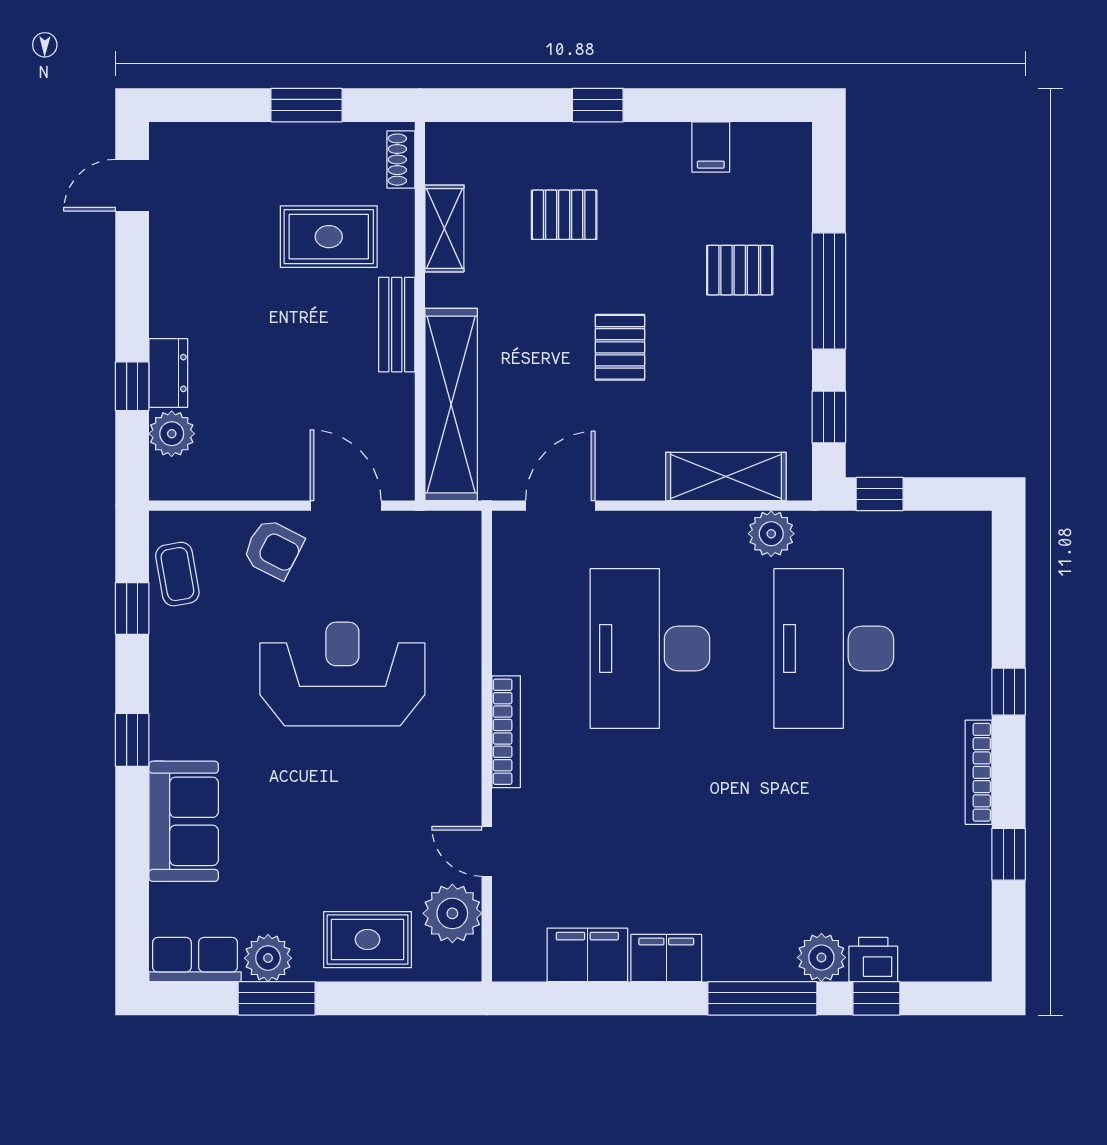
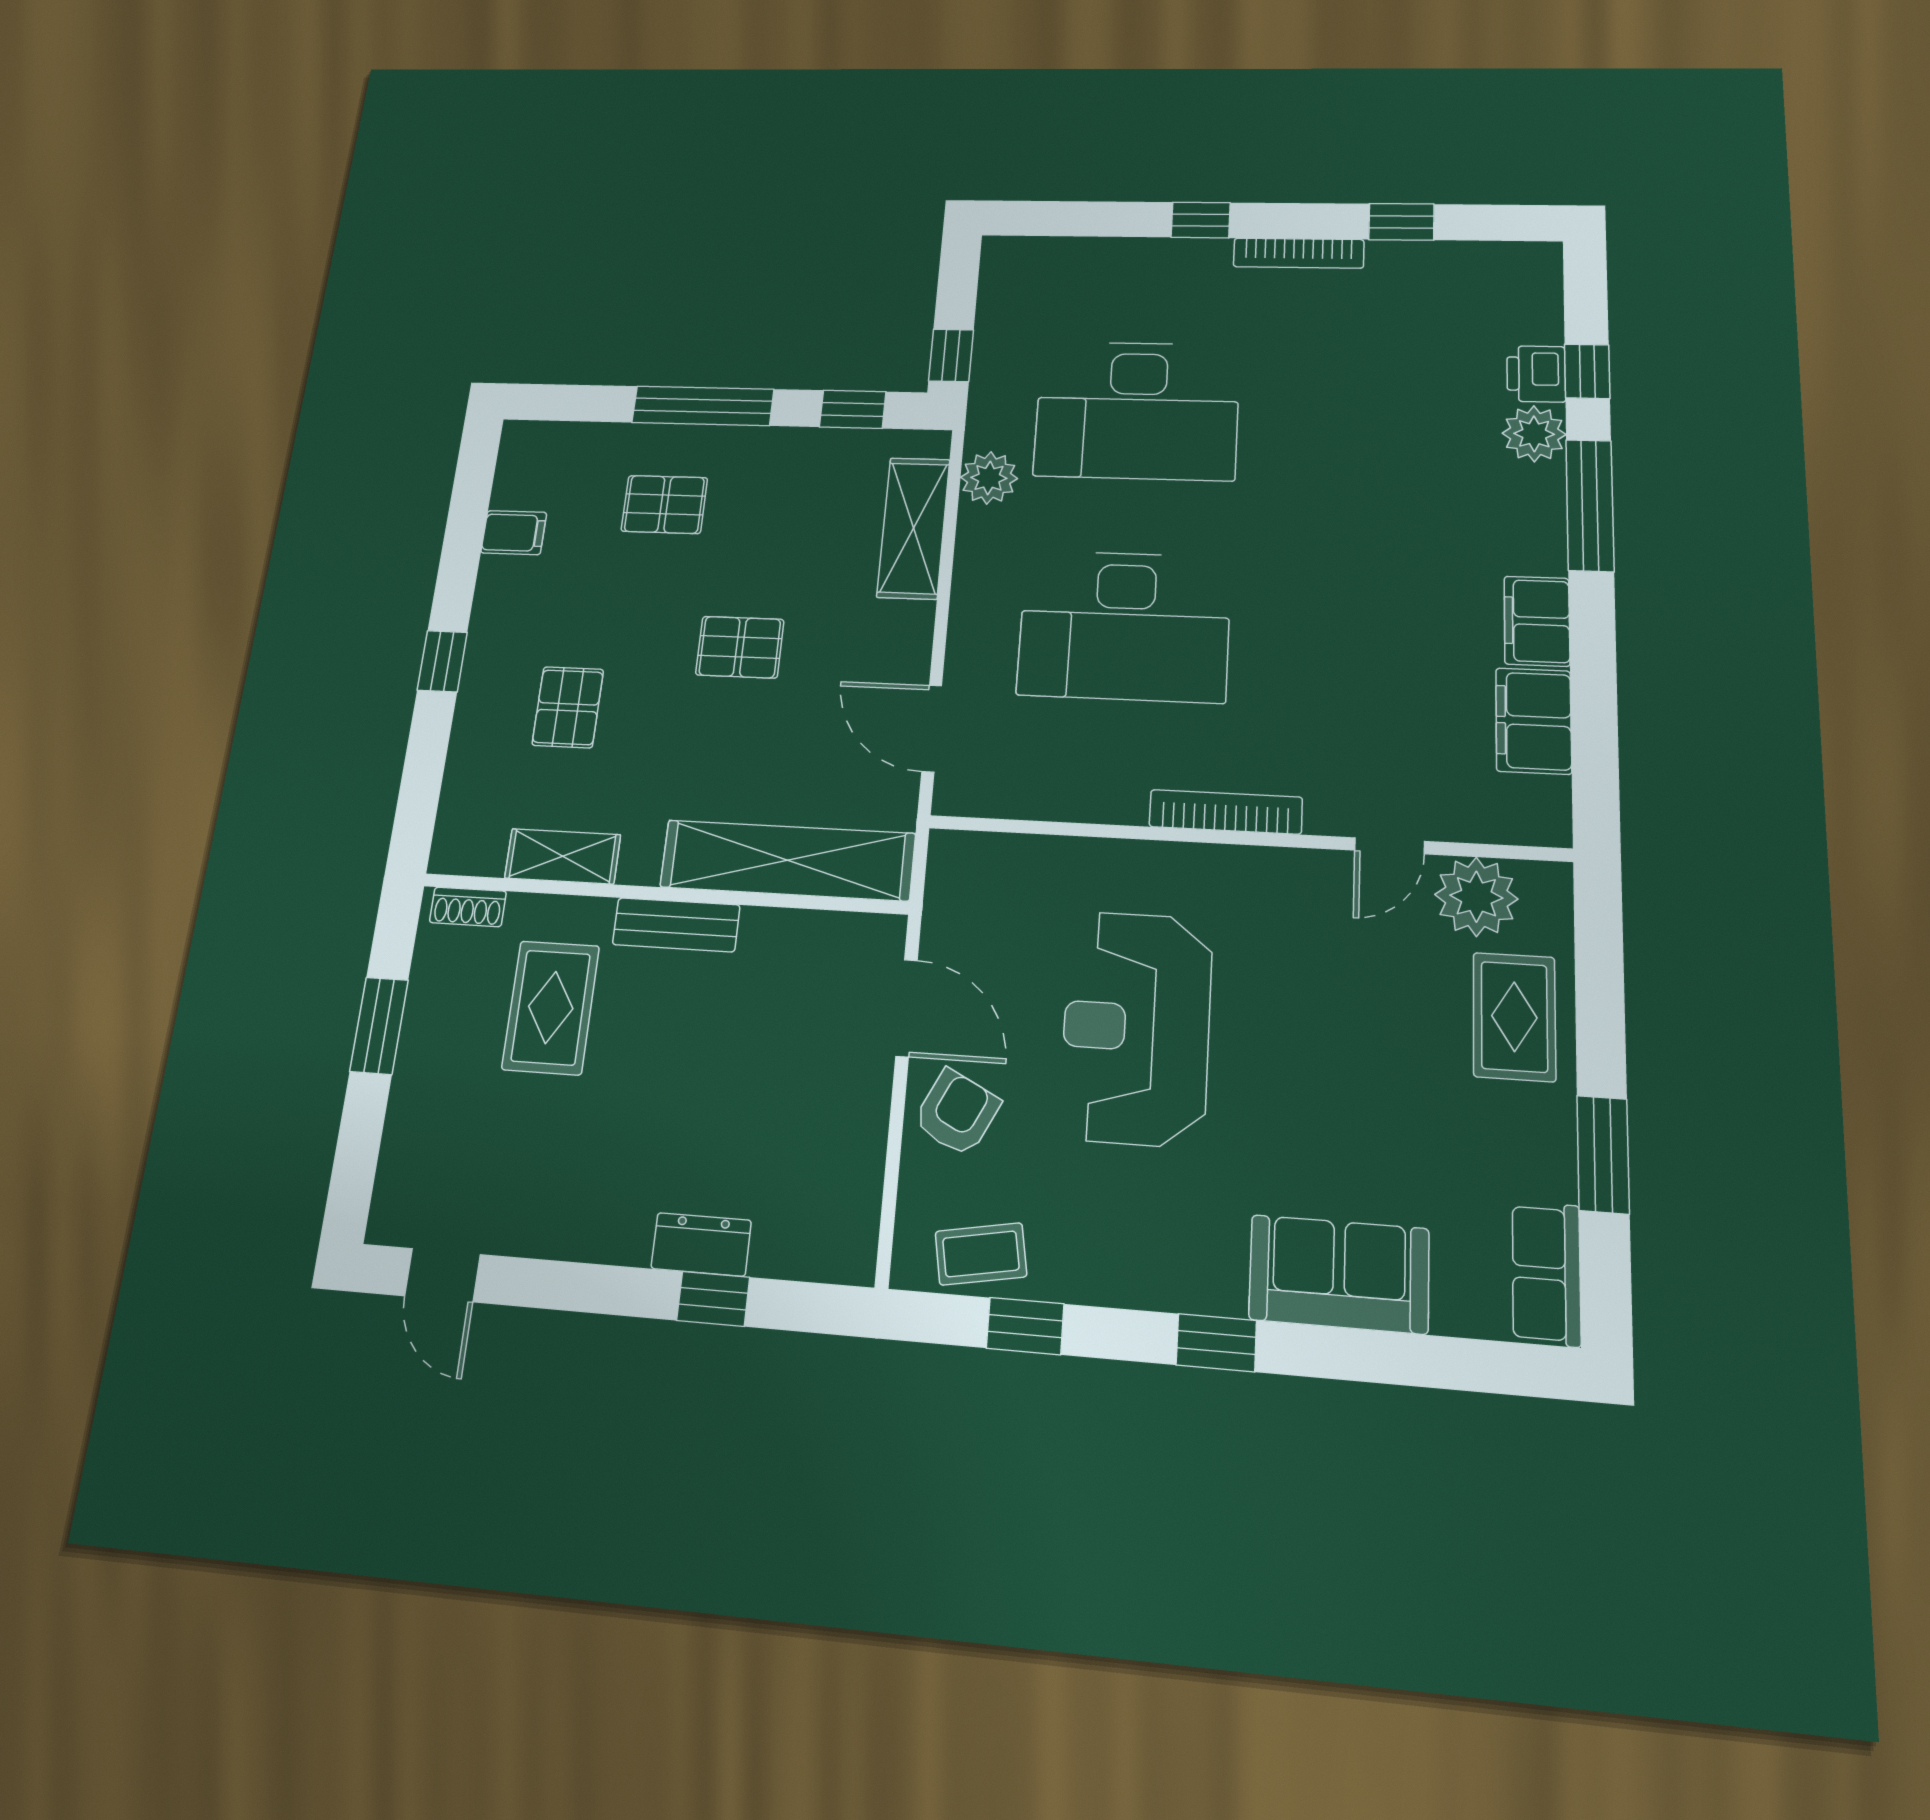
pallet: (740, 270) -> (664, 504), turned 90
plant: (172, 434) -> (785, 1246), removed
door: (346, 506) -> (907, 1008), swing flipped
plant: (268, 958) -> (1543, 1163), removed

